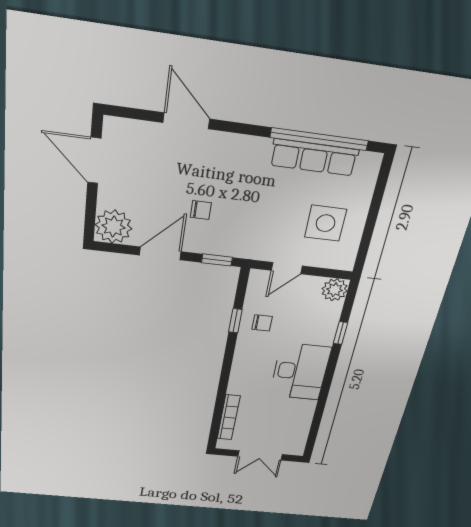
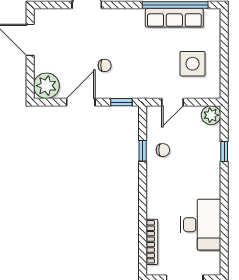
desk: (300, 372) -> (201, 225), moved

